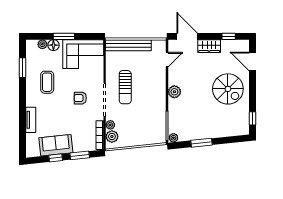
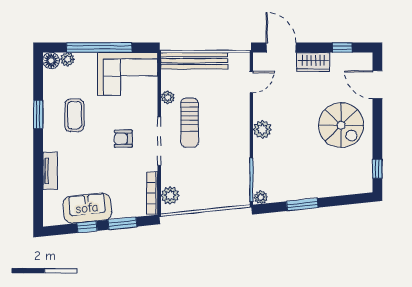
window: (64, 36) -> (99, 48), width x2.11
floor lamp: (53, 45) -> (51, 61), moved
window: (22, 68) -> (38, 114), moved
plant: (110, 125) -> (168, 97), moved

